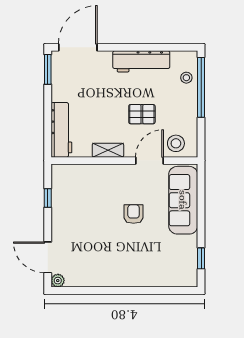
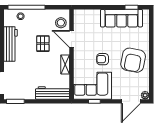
corner sofa: (73, 195) -> (93, 86), added
sofa: (183, 200) -> (121, 18), moved
armchair: (134, 214) -> (103, 59), moved
armchair: (115, 261) -> (133, 60), added

